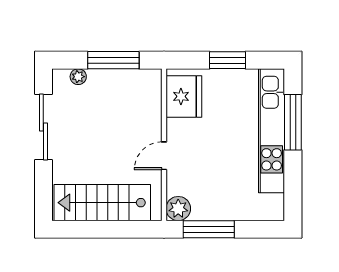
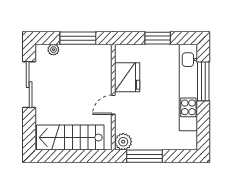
fridge: (184, 96) -> (127, 77), moved

